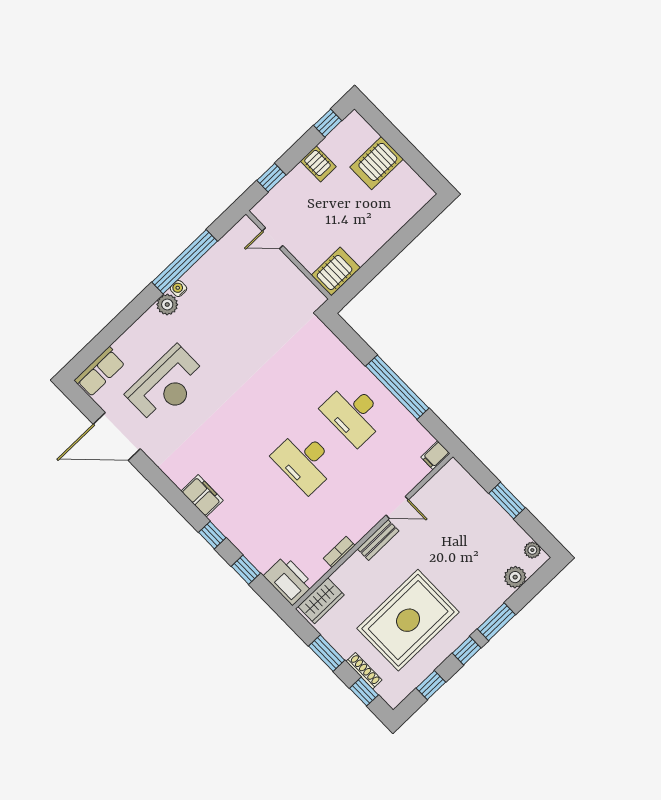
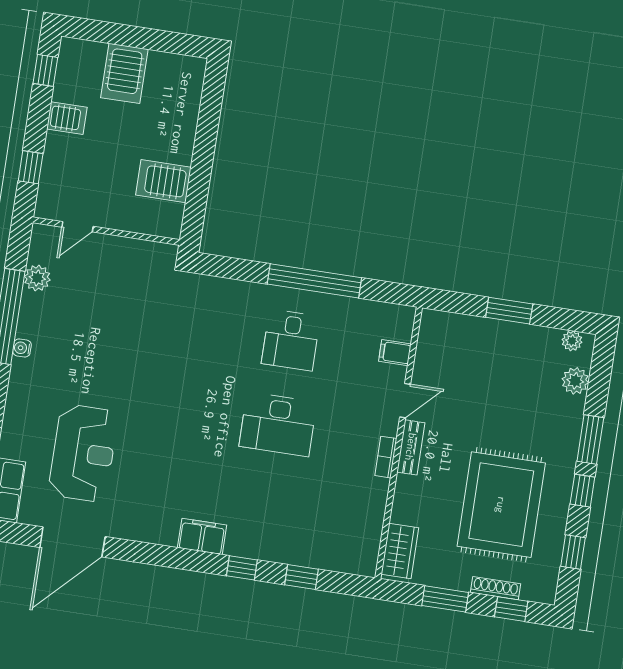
server rack: (336, 271) -> (163, 181), moved, turned -90
plant: (167, 305) -> (37, 278), moved
desk: (354, 414) -> (291, 340), width x0.73
filing cabinet: (435, 455) -> (395, 353), moved, turned 90
bookcase: (339, 552) -> (386, 457), moved
printer: (289, 580) -> (352, 555), removed

